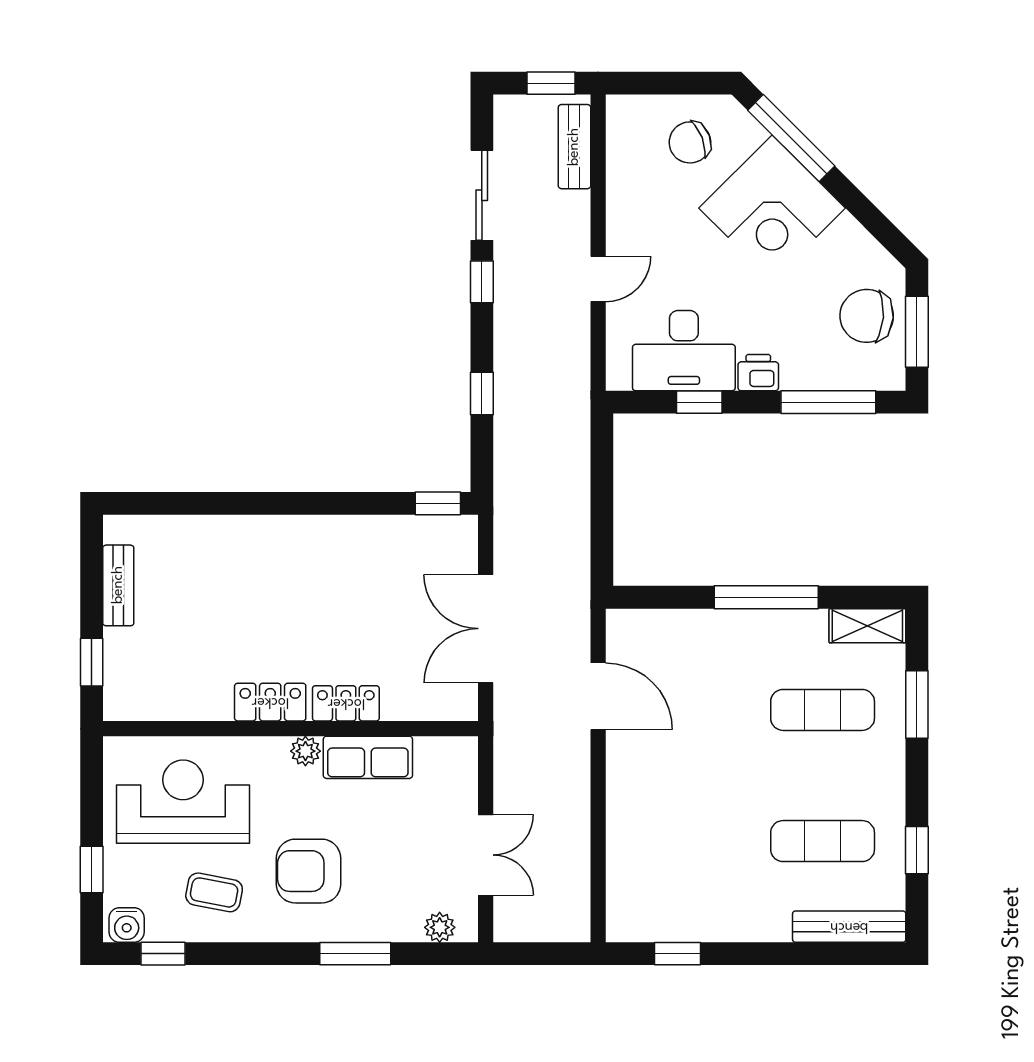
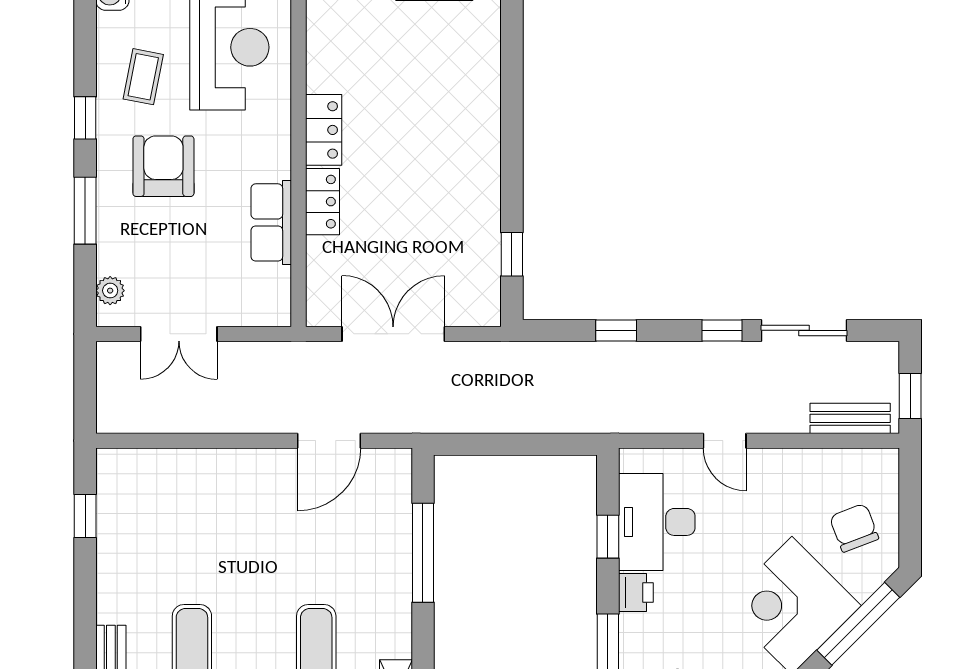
window: (438, 503) -> (512, 254), moved
window: (766, 597) -> (423, 553), moved
plant: (305, 751) -> (277, 163), removed
window: (163, 954) -> (85, 118), moved

